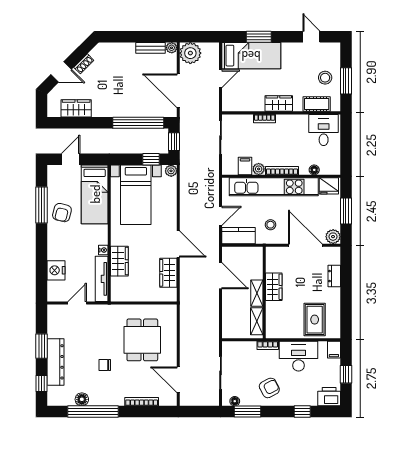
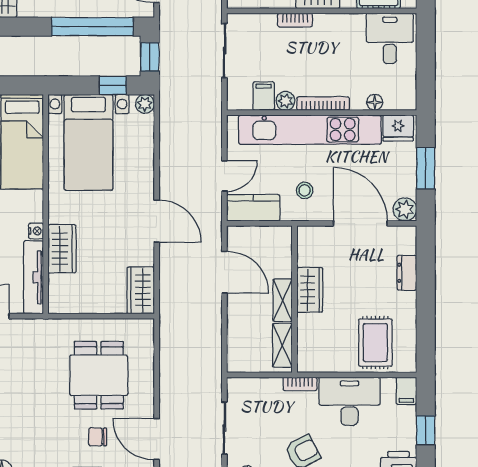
wardrobe: (168, 273) -> (141, 290), moved
chair: (105, 365) -> (98, 437), moved

